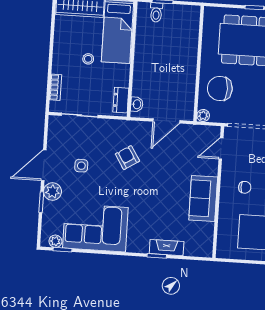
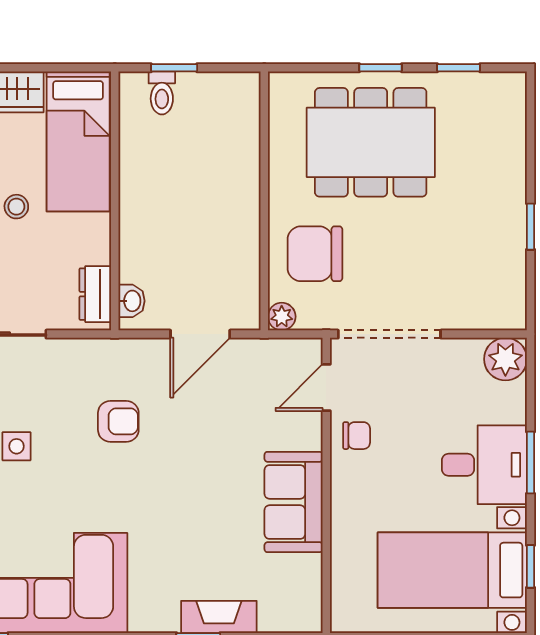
armchair: (127, 158) -> (118, 421), turned 122
chair: (245, 187) -> (357, 436), moved

